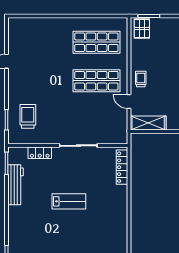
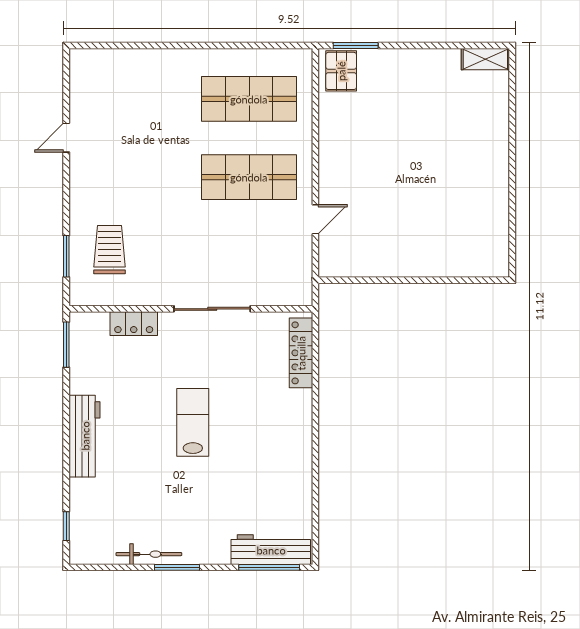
trolley: (141, 79) -> (339, 174), removed
door: (129, 101) -> (315, 219), swing flipped
shelving: (148, 123) -> (354, 263), removed
workbench: (16, 185) -> (85, 436), moved
lab bench: (69, 201) -> (193, 422), turned -90

